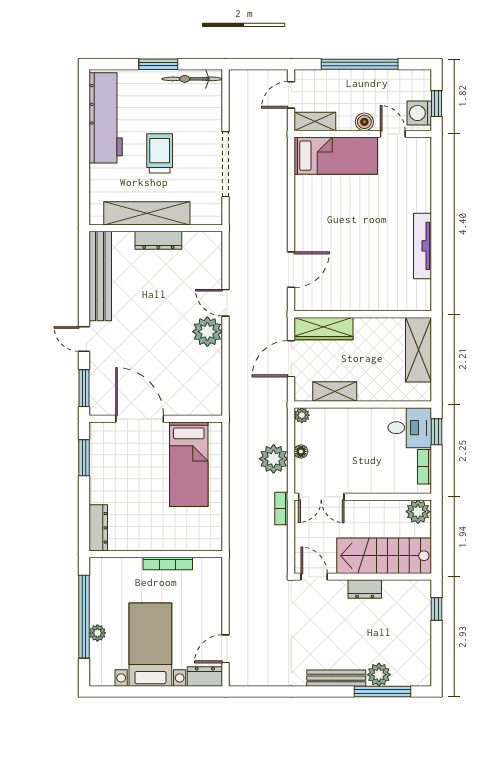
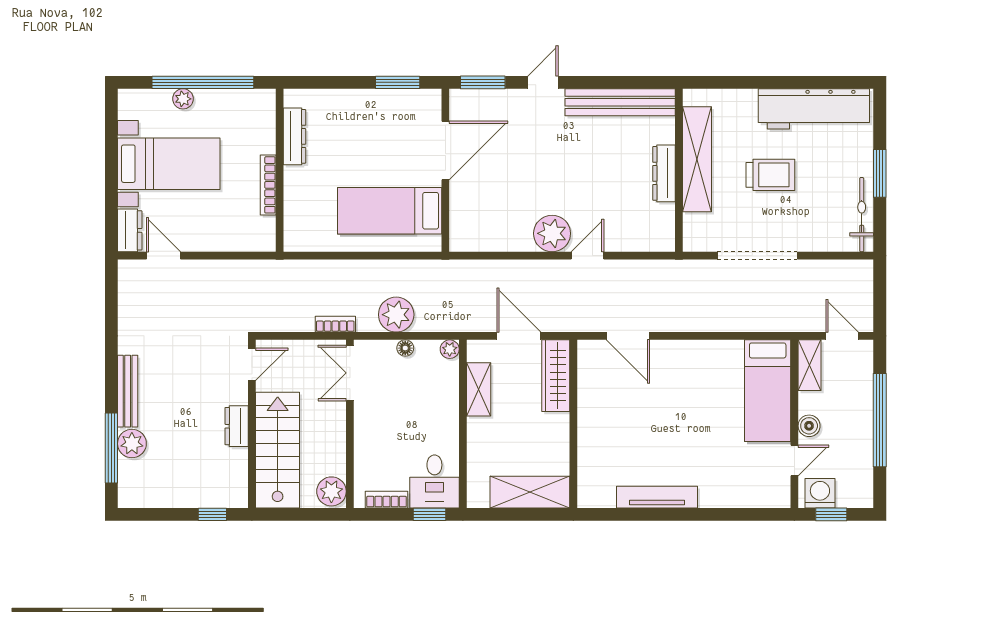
dresser: (98, 528) -> (294, 136), moved, turned -90

